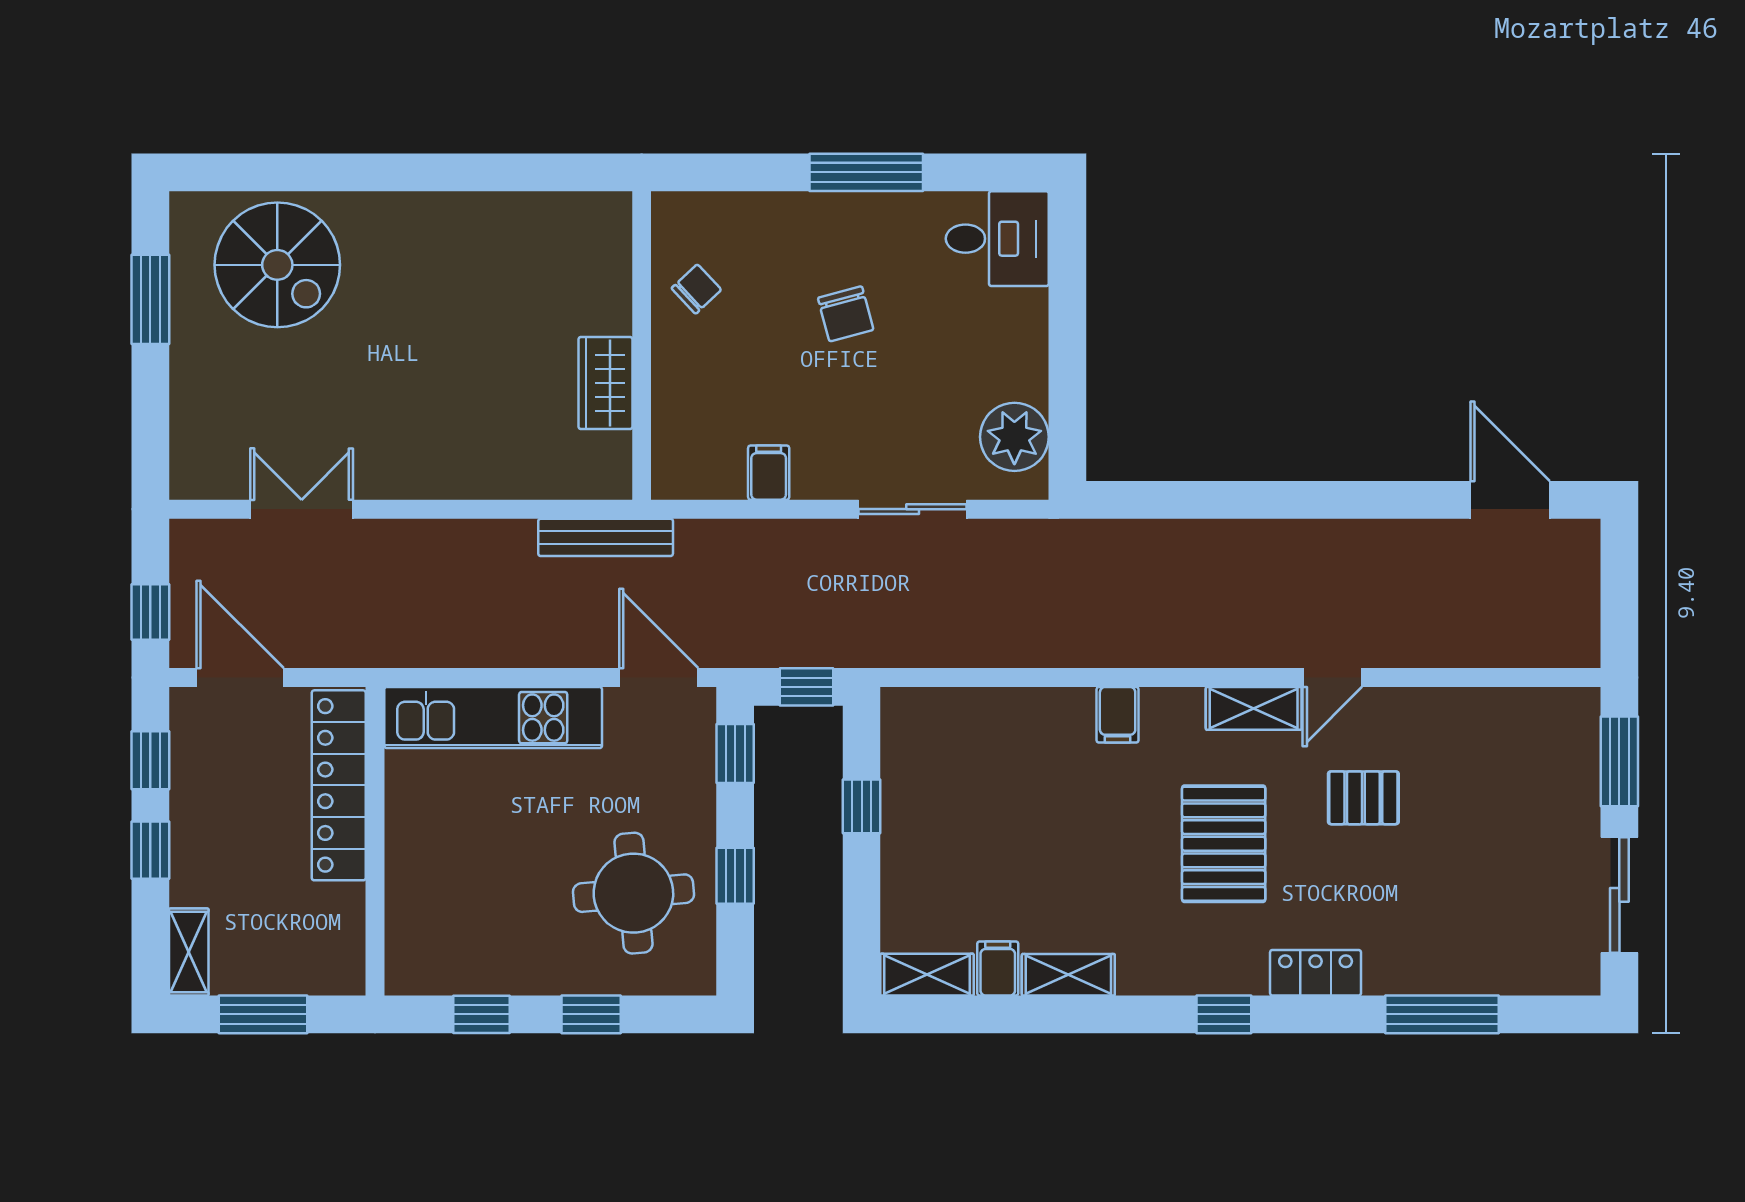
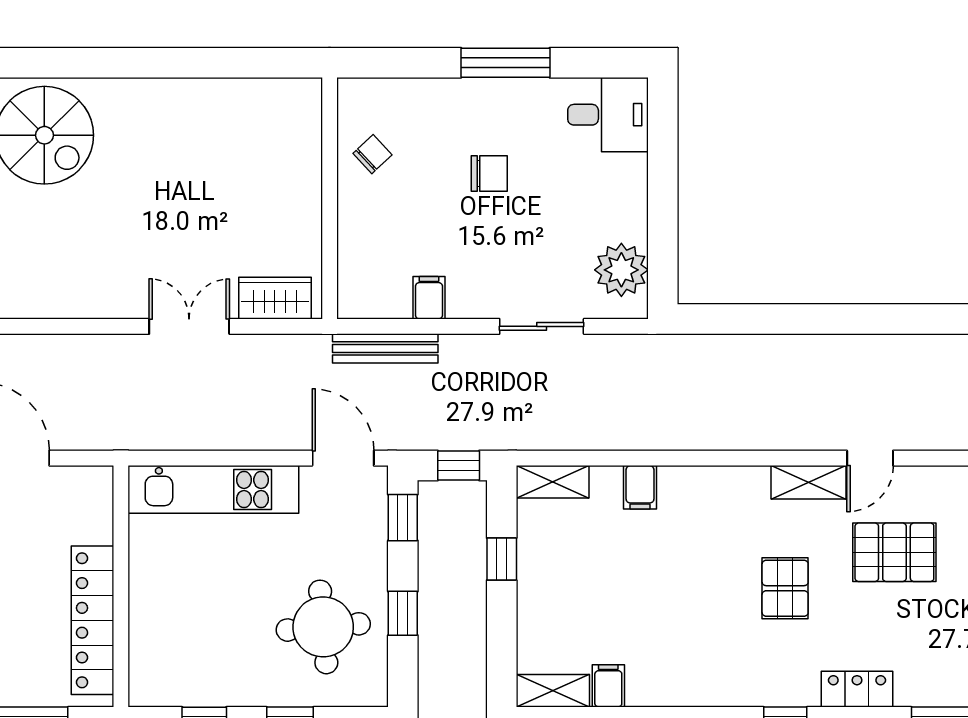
chair: (846, 314) -> (489, 174), turned -75
wardrobe: (605, 383) -> (275, 298), moved, turned 90
double door: (302, 509) -> (189, 326), moved
bench: (606, 537) -> (385, 348), moved
filing cabinet: (1118, 715) -> (640, 487), moved
locker: (339, 785) -> (93, 620), moved
pallet: (1363, 798) -> (894, 552), width x1.50, depth x1.42
pallet: (1224, 844) -> (785, 588), width x0.67, depth x0.71
shelving: (1068, 975) -> (553, 482), moved

